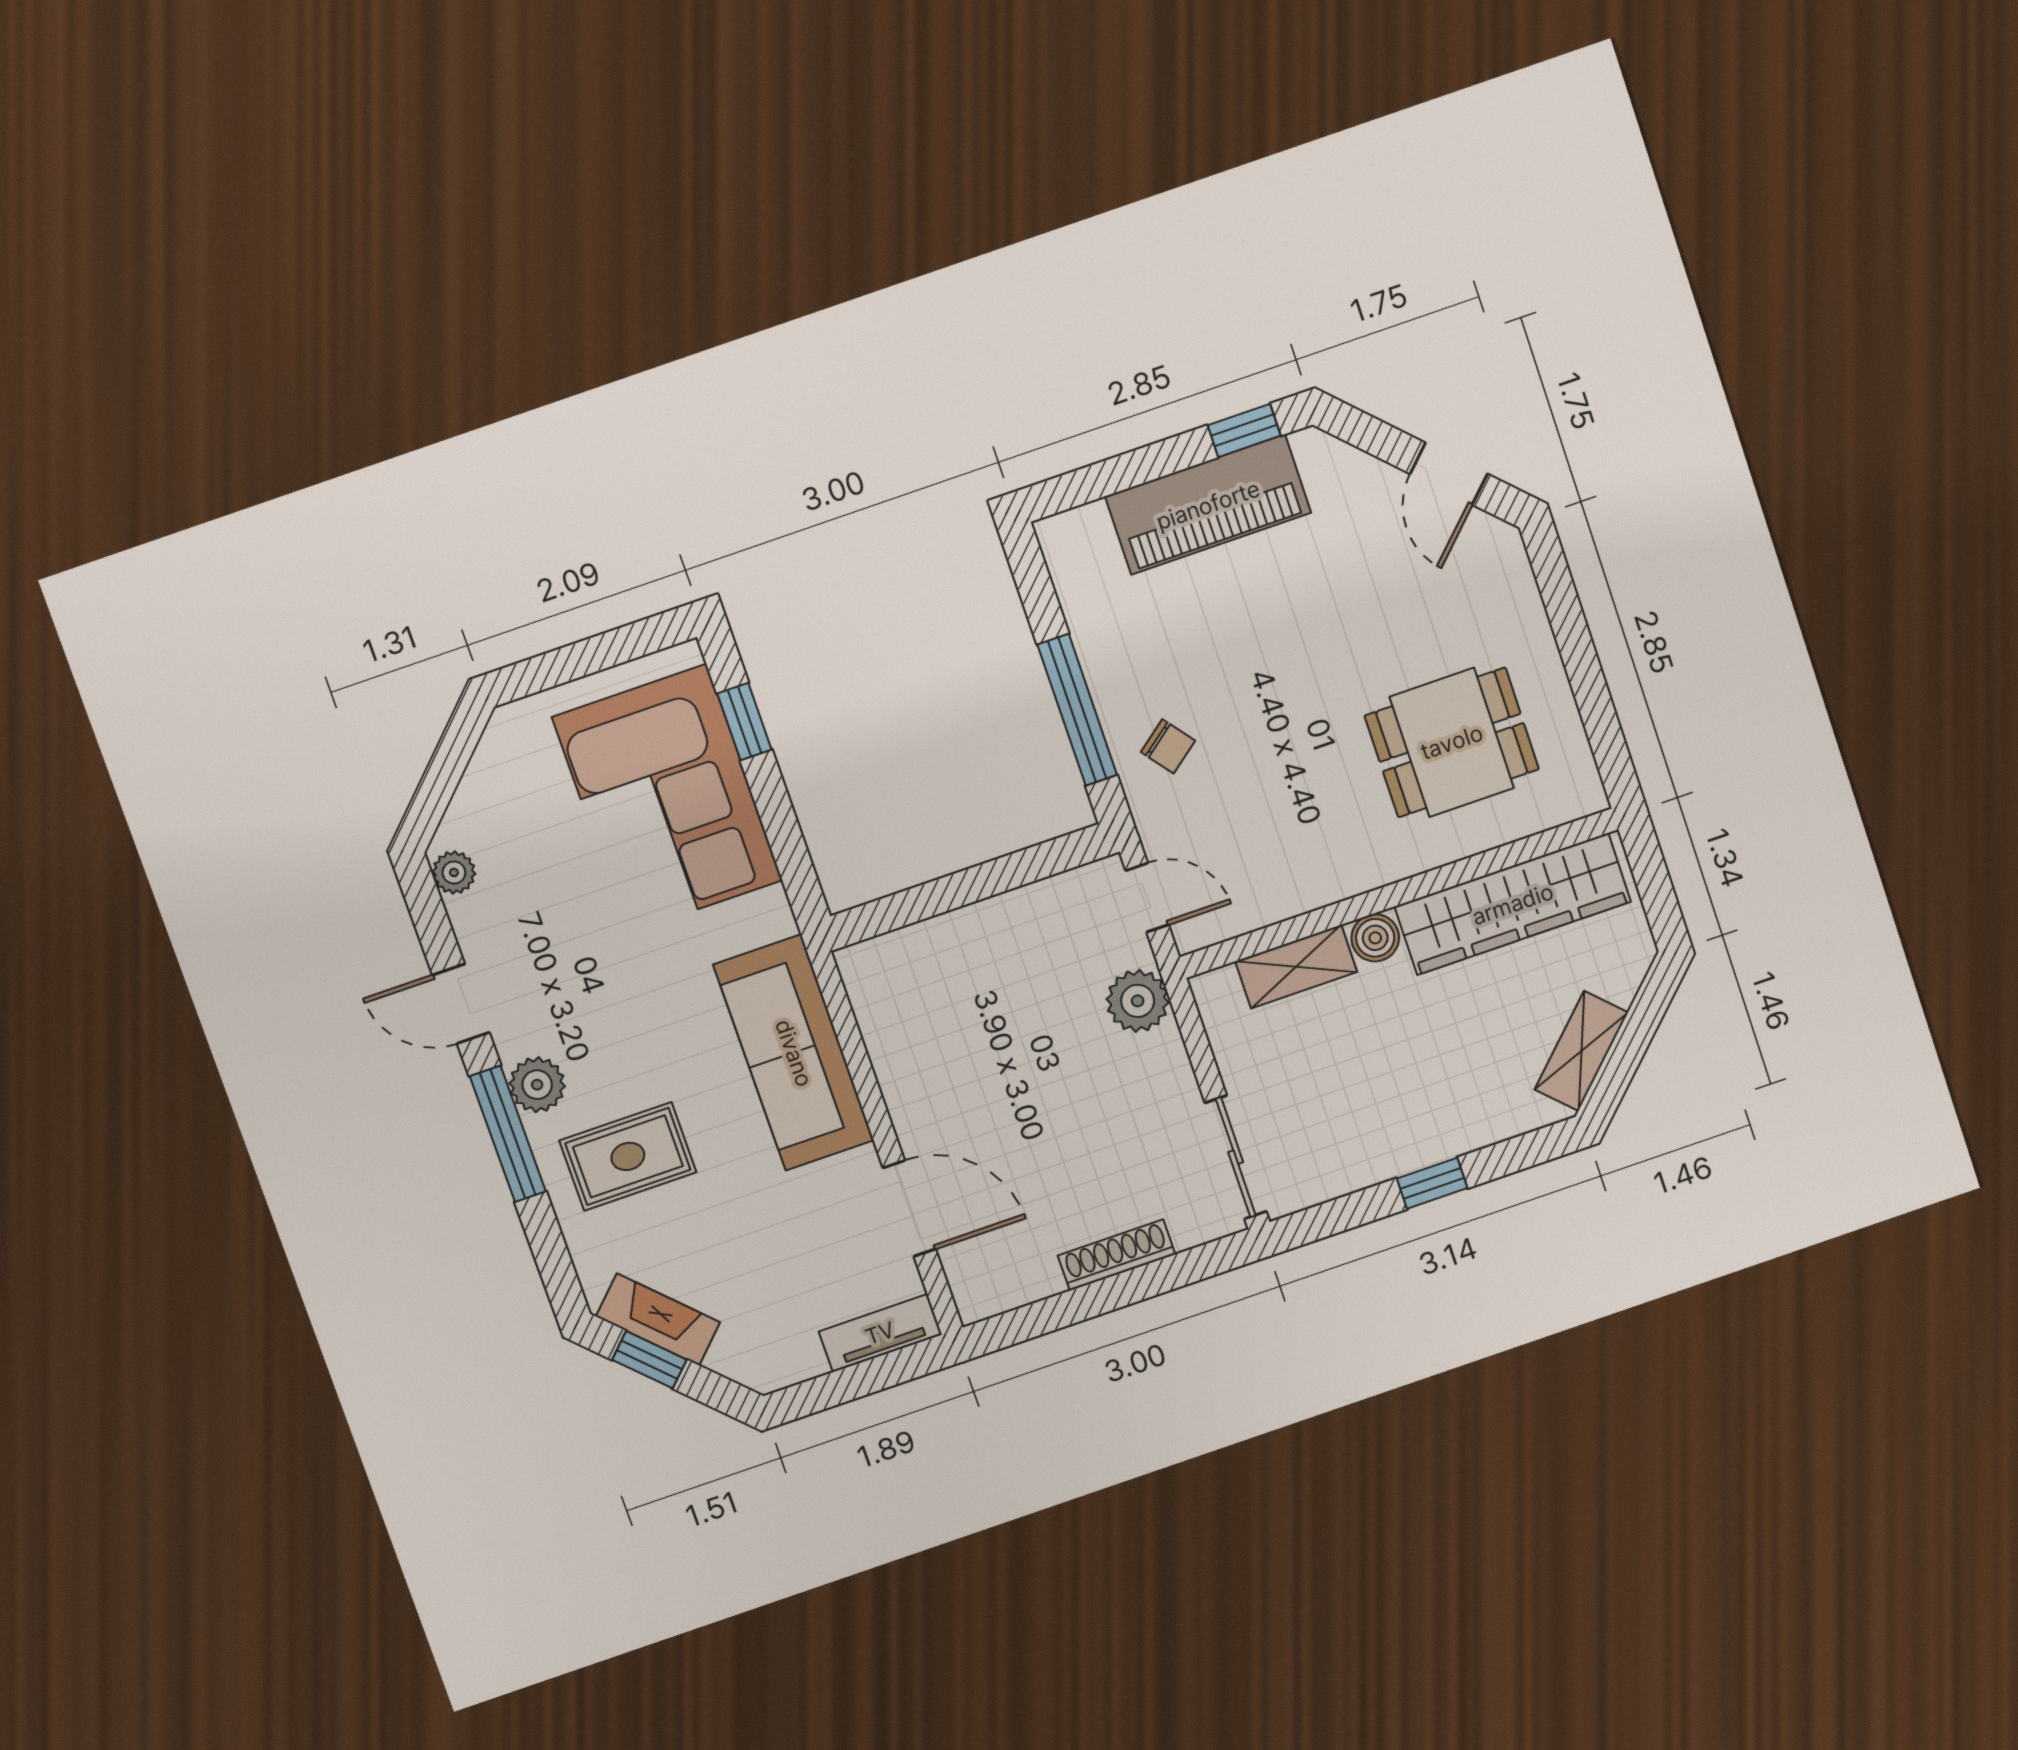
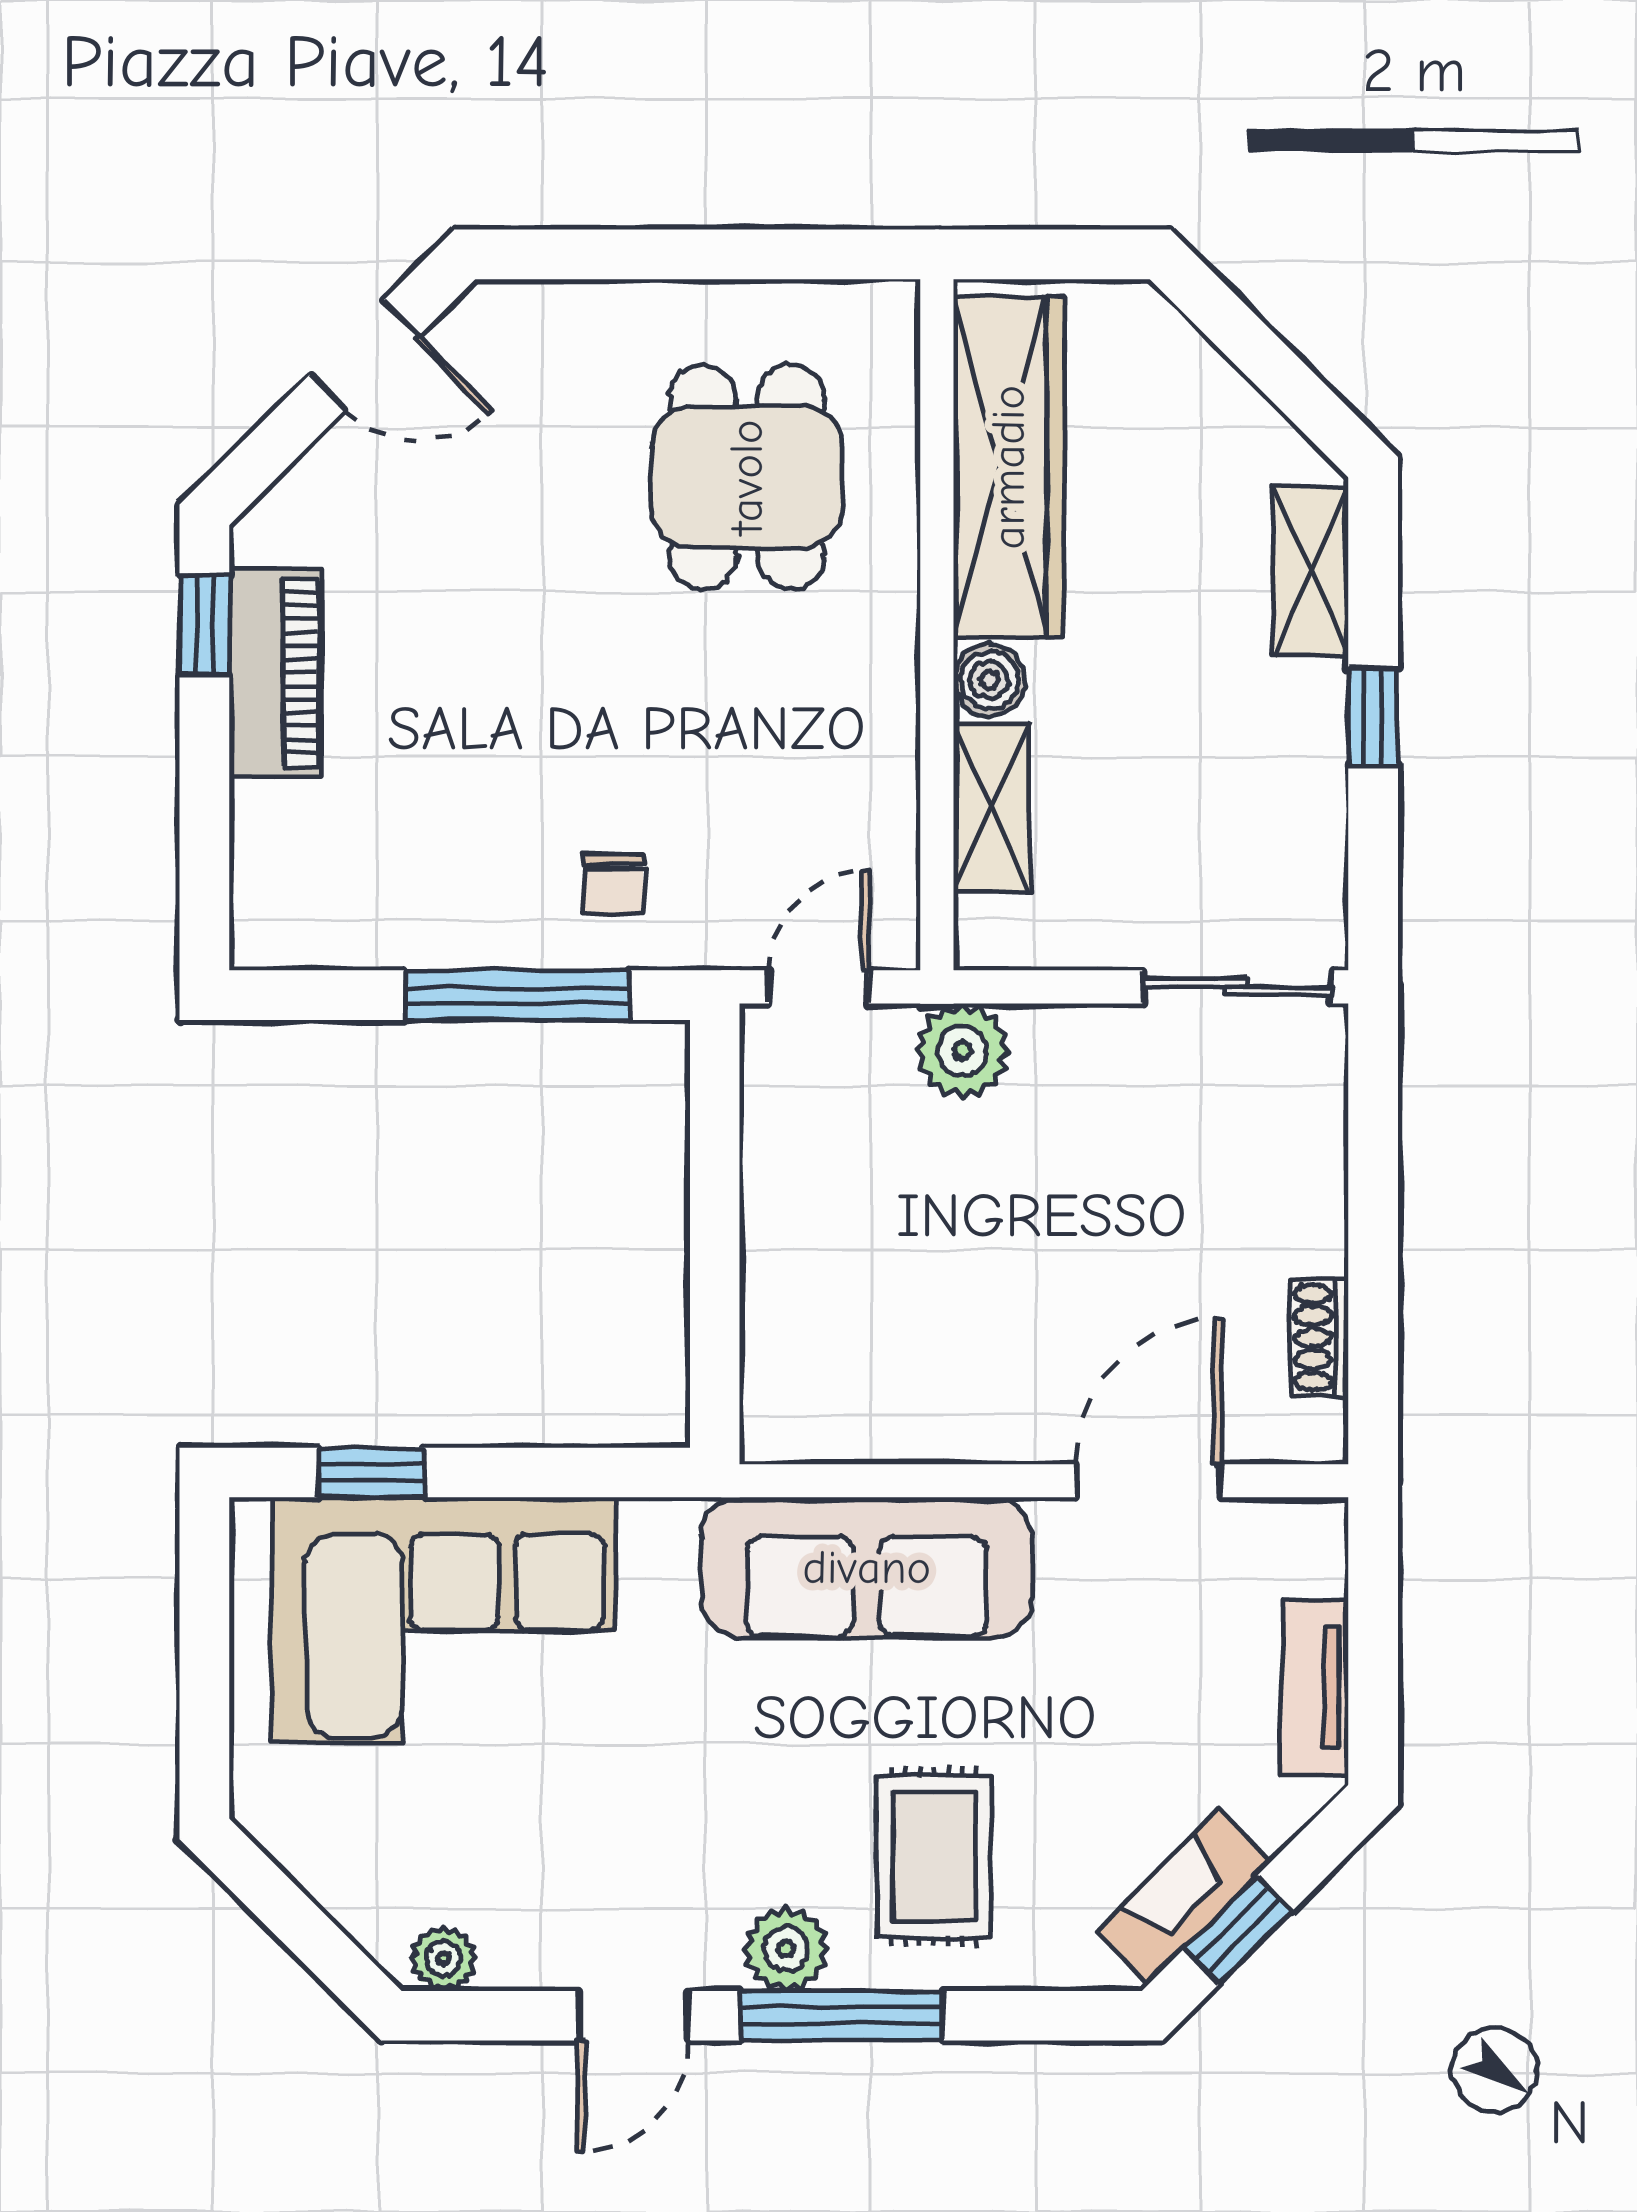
piano: (1208, 505) -> (276, 673), width x0.73, depth x0.75
chair: (1168, 746) -> (613, 884), turned 128
shelving: (1581, 1051) -> (1311, 571), moved, turned 45
shoe rack: (1117, 1255) -> (1320, 1338), moved, width x0.70
tv unit: (880, 1333) -> (1315, 1687), moved

